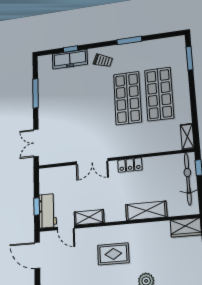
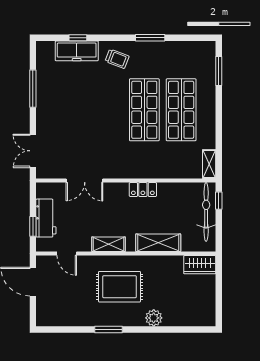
double door: (92, 161) -> (85, 181), moved
workbench: (48, 211) -> (46, 218), moved
shelving: (89, 217) -> (109, 244), moved
rug: (113, 254) -> (120, 287), width x1.36, depth x1.43

